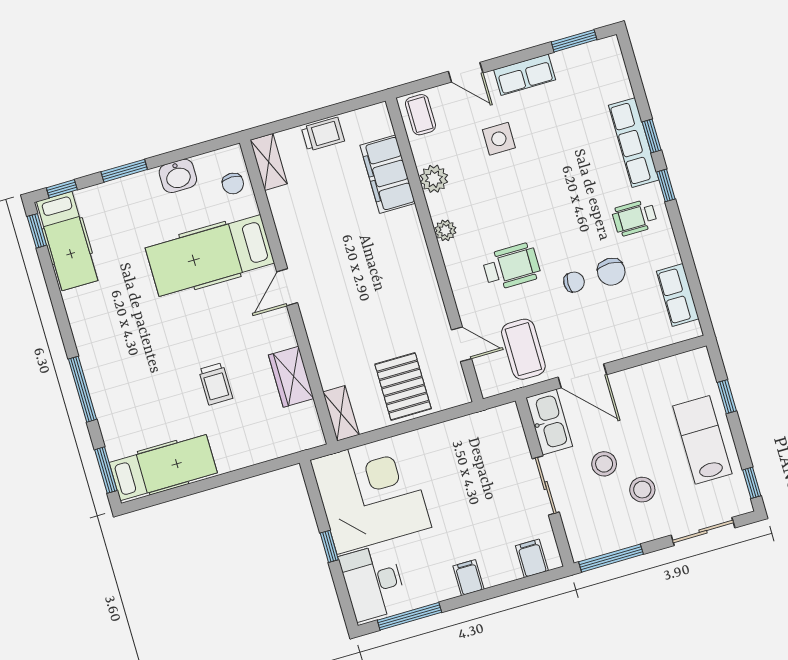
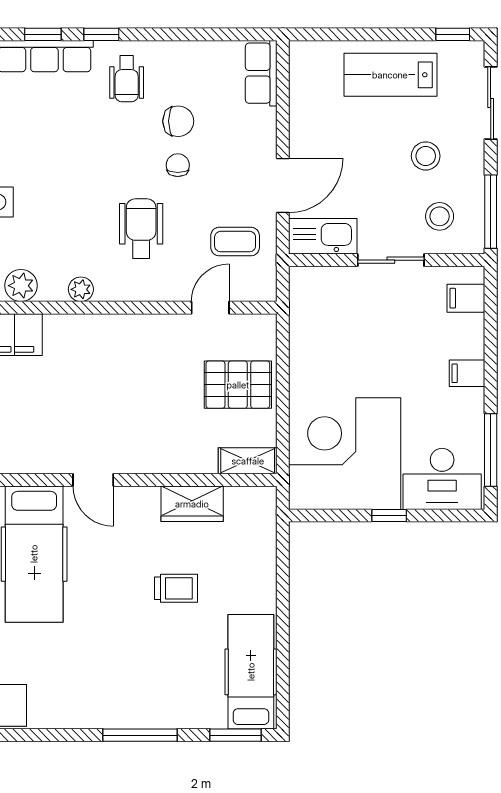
row of seats: (678, 295) -> (261, 73), moved, turned 90
coffee table: (523, 349) -> (235, 242), width x0.73, depth x0.77
window: (727, 397) -> (351, 34), removed
stool: (604, 464) -> (440, 216), moved

